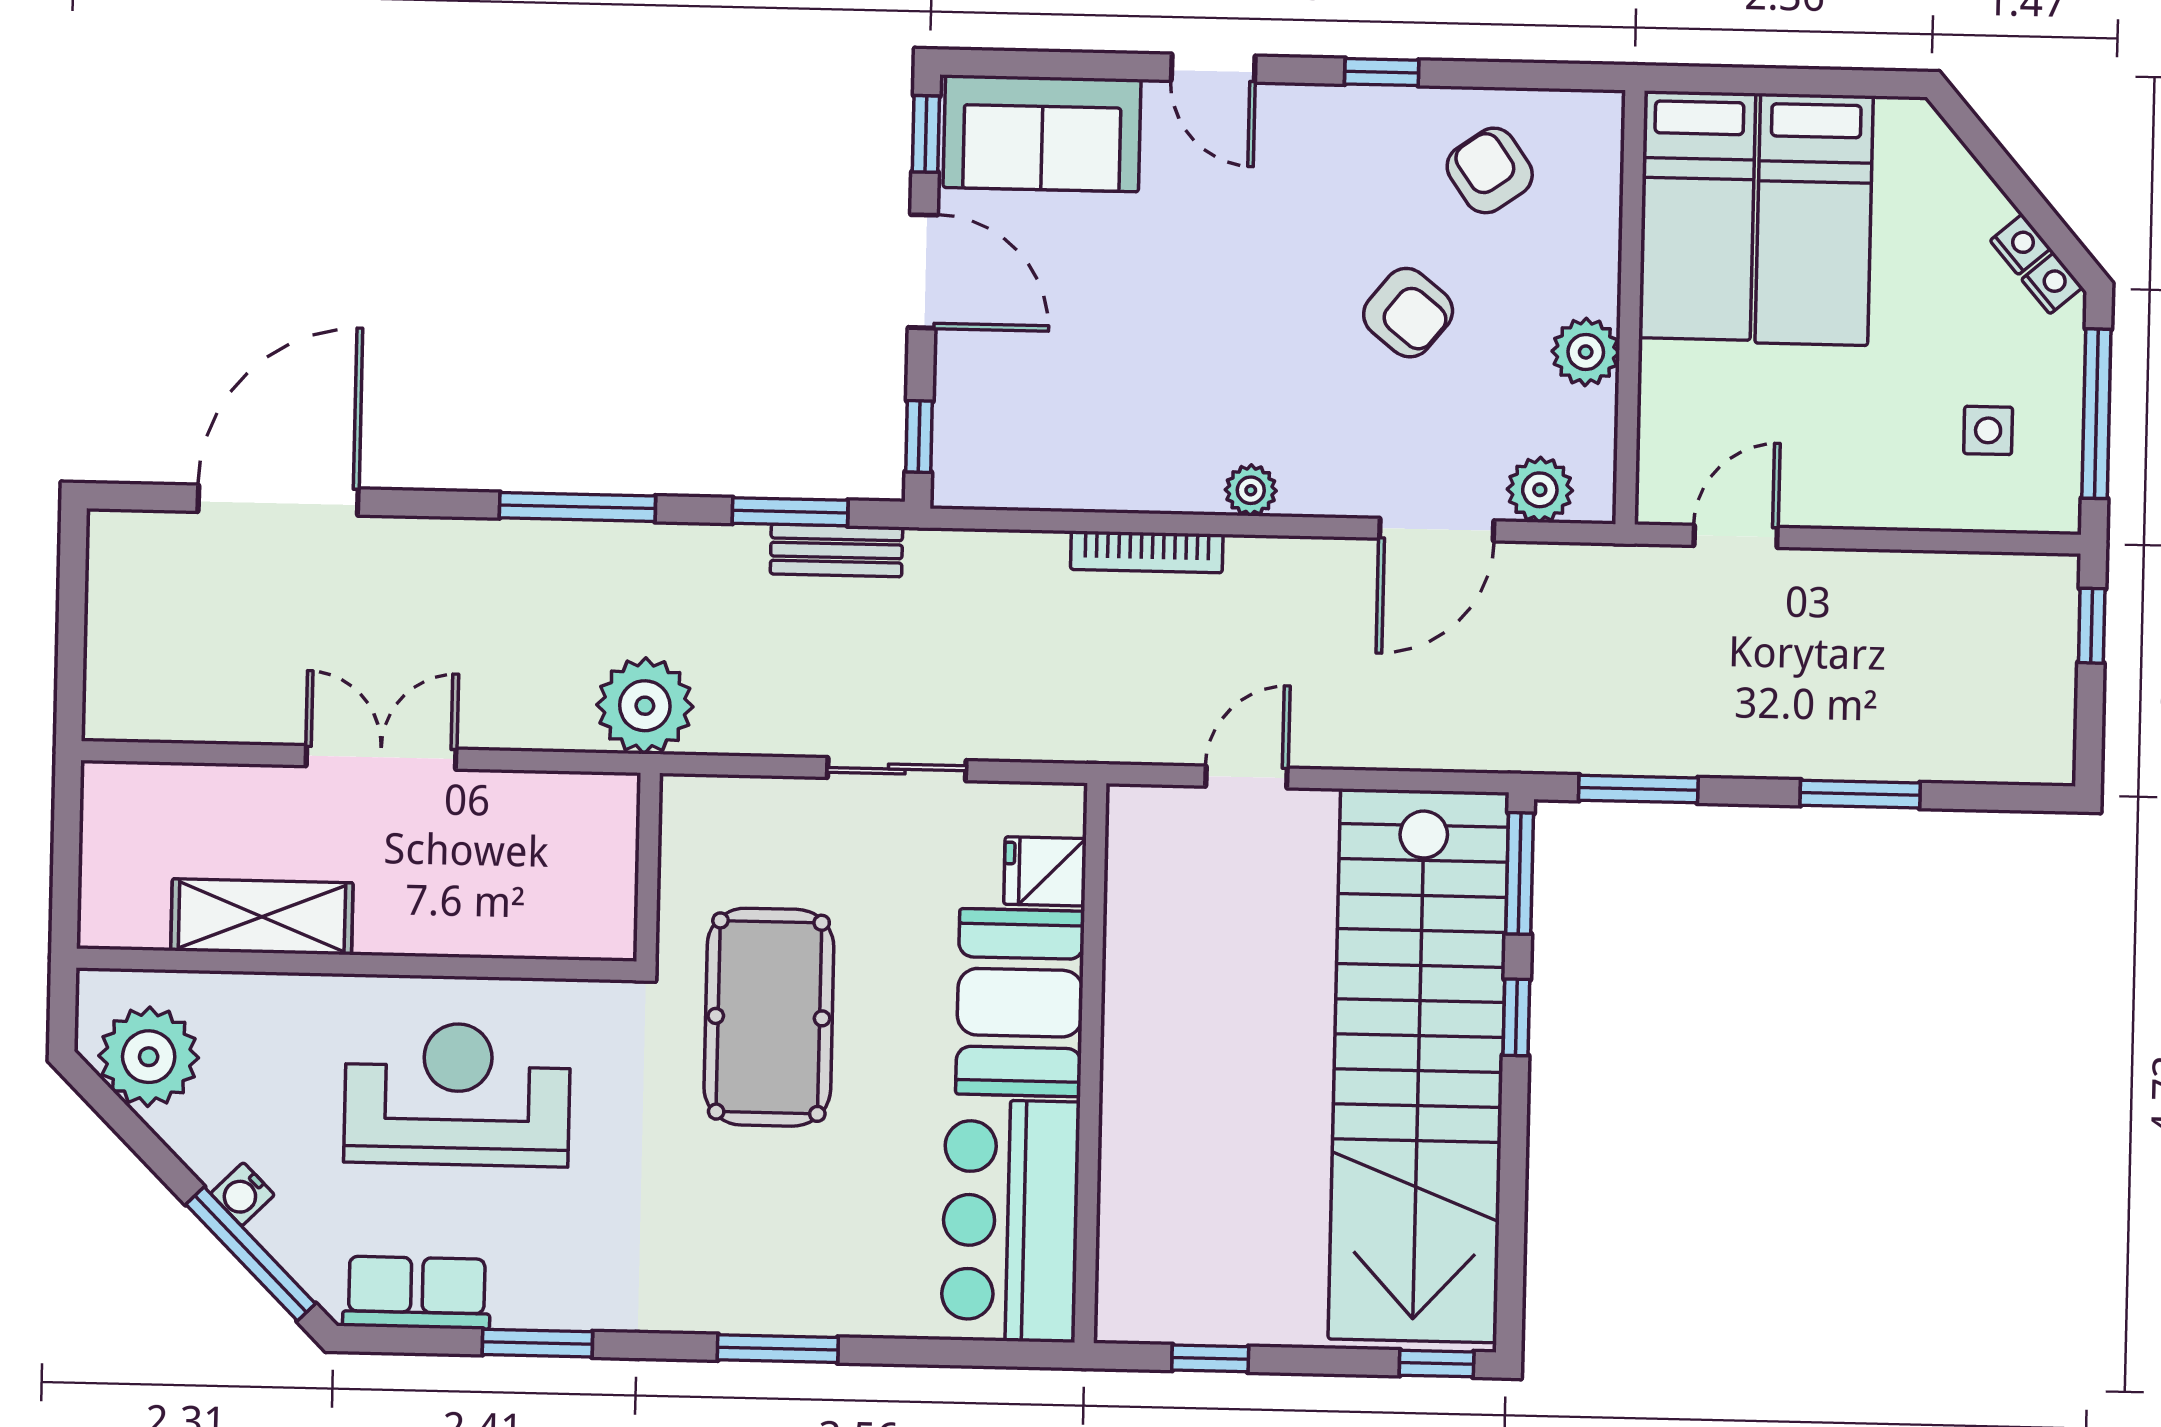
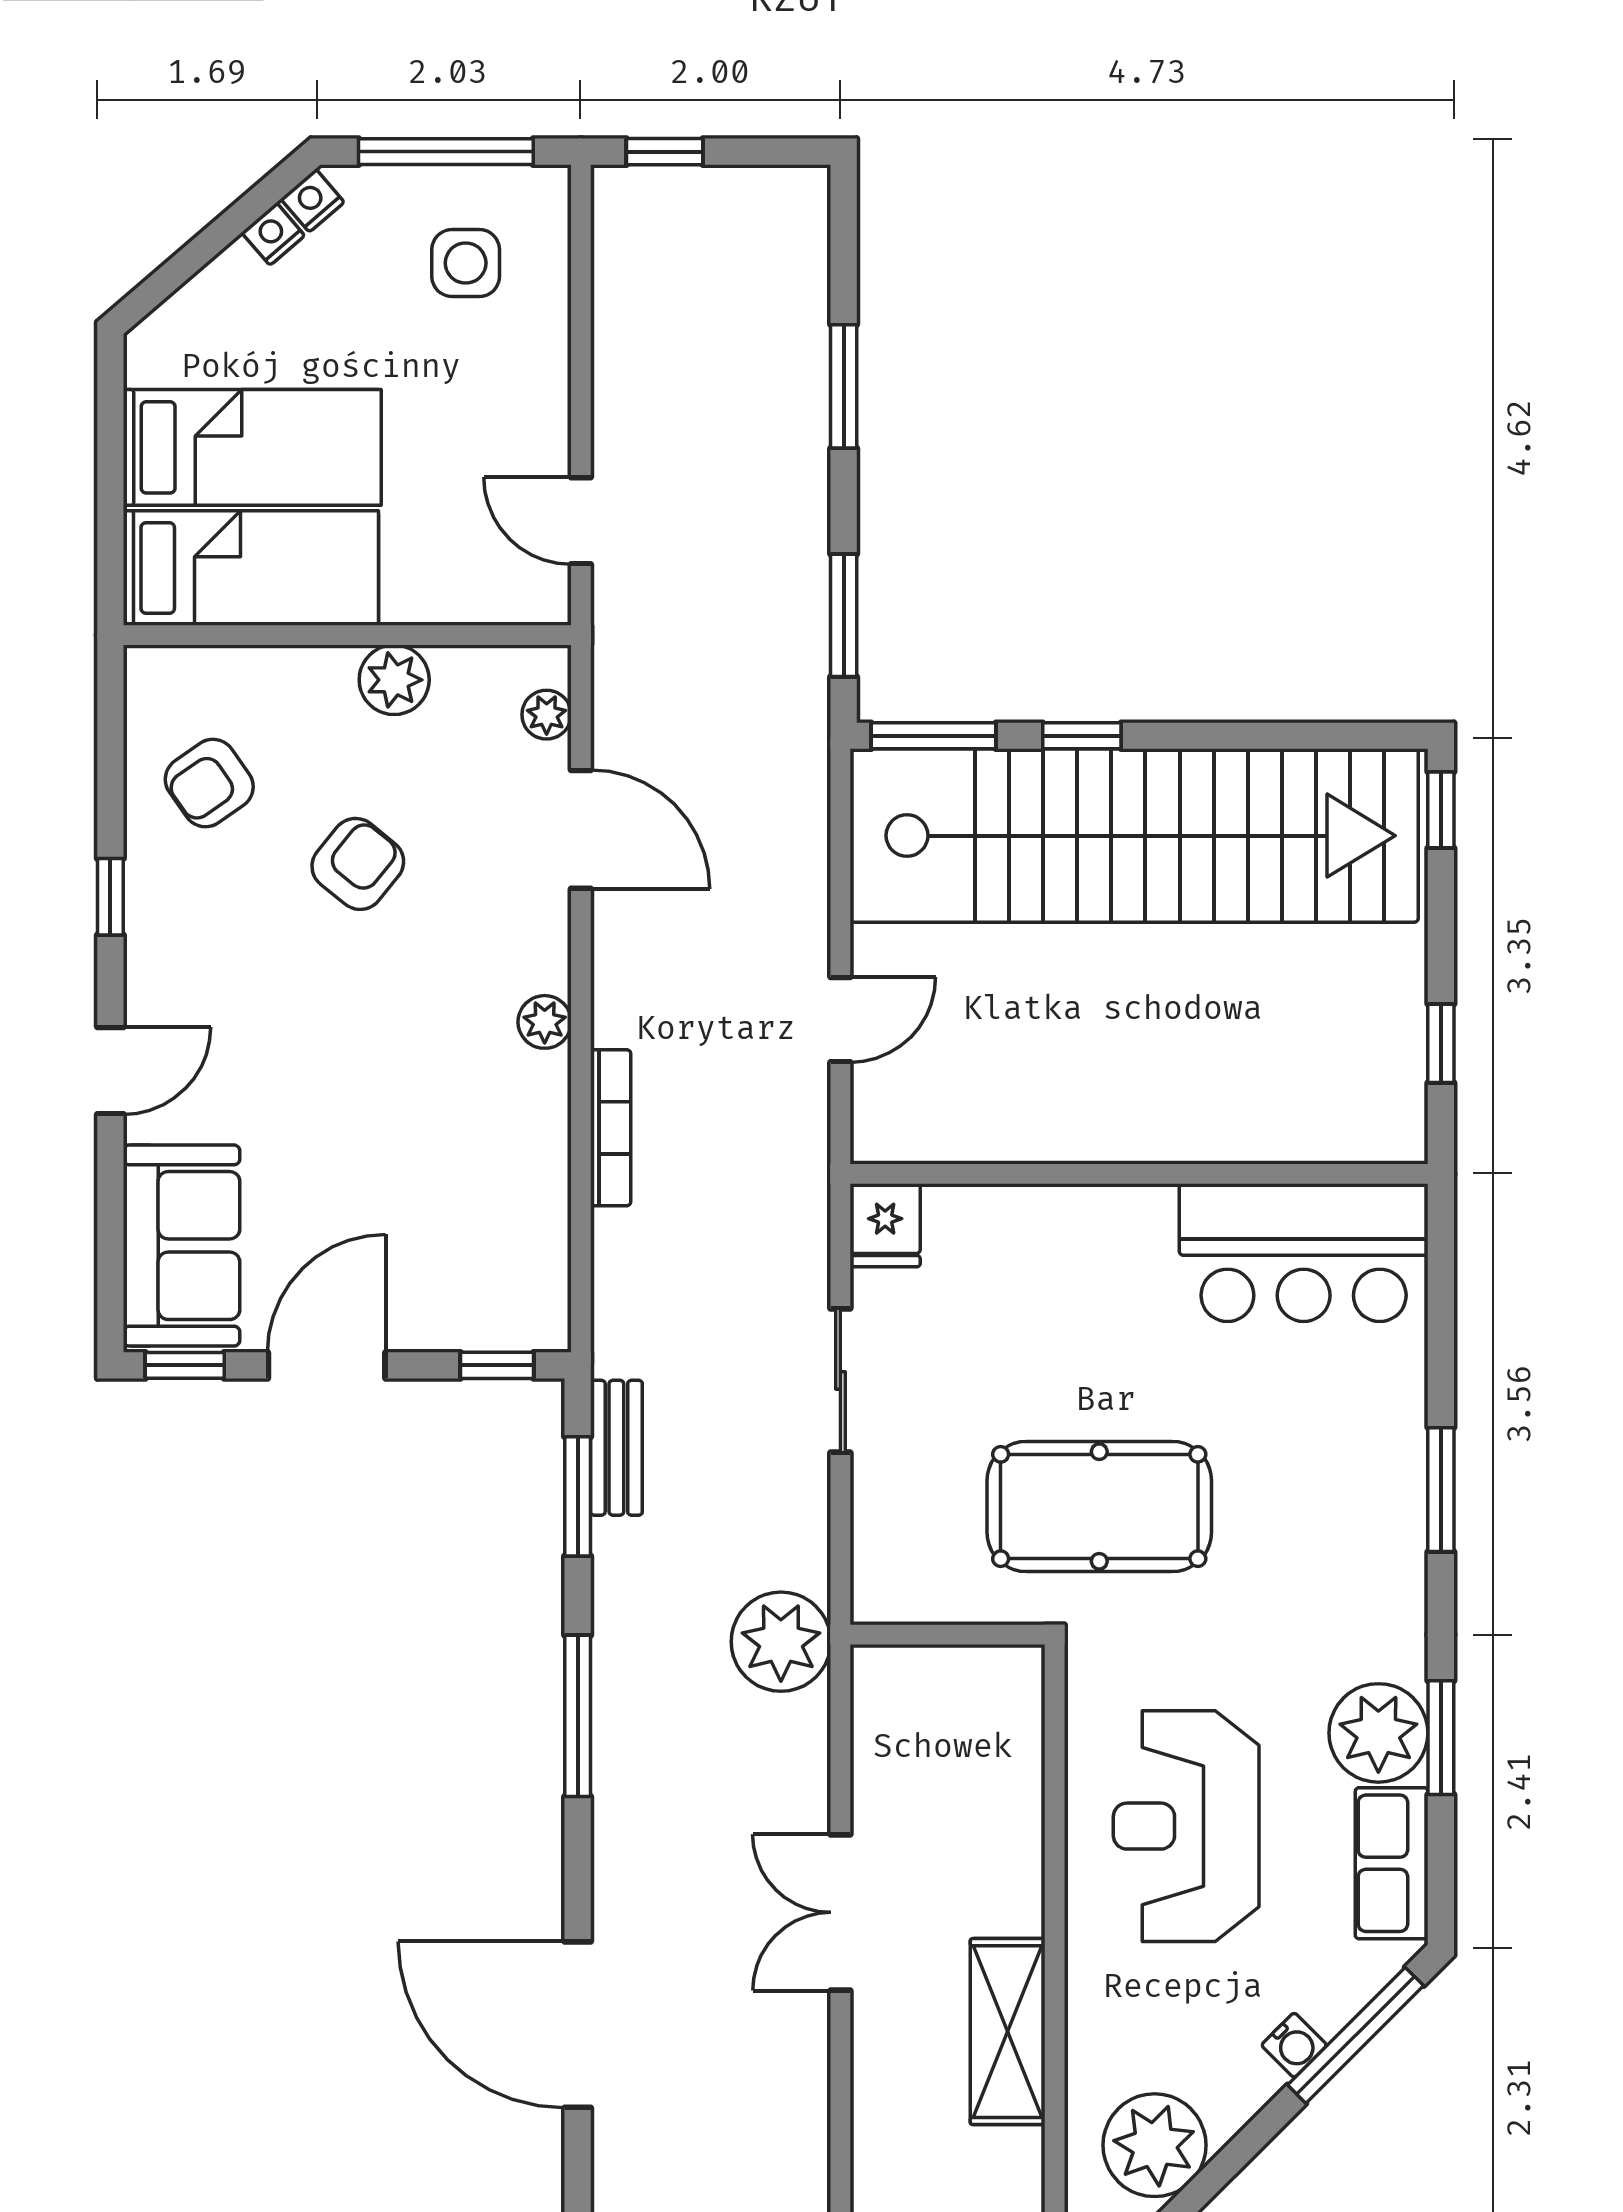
side table: (1988, 430) -> (466, 263), width x1.37, depth x1.37
plant: (1540, 490) -> (547, 715), width x0.73, depth x0.73
door: (1247, 777) -> (840, 1020), swing flipped
fridge: (1045, 871) -> (885, 1225), moved
booth: (1020, 1003) -> (1078, 1248), removed
plant: (543, 1283) -> (1378, 1733), added

